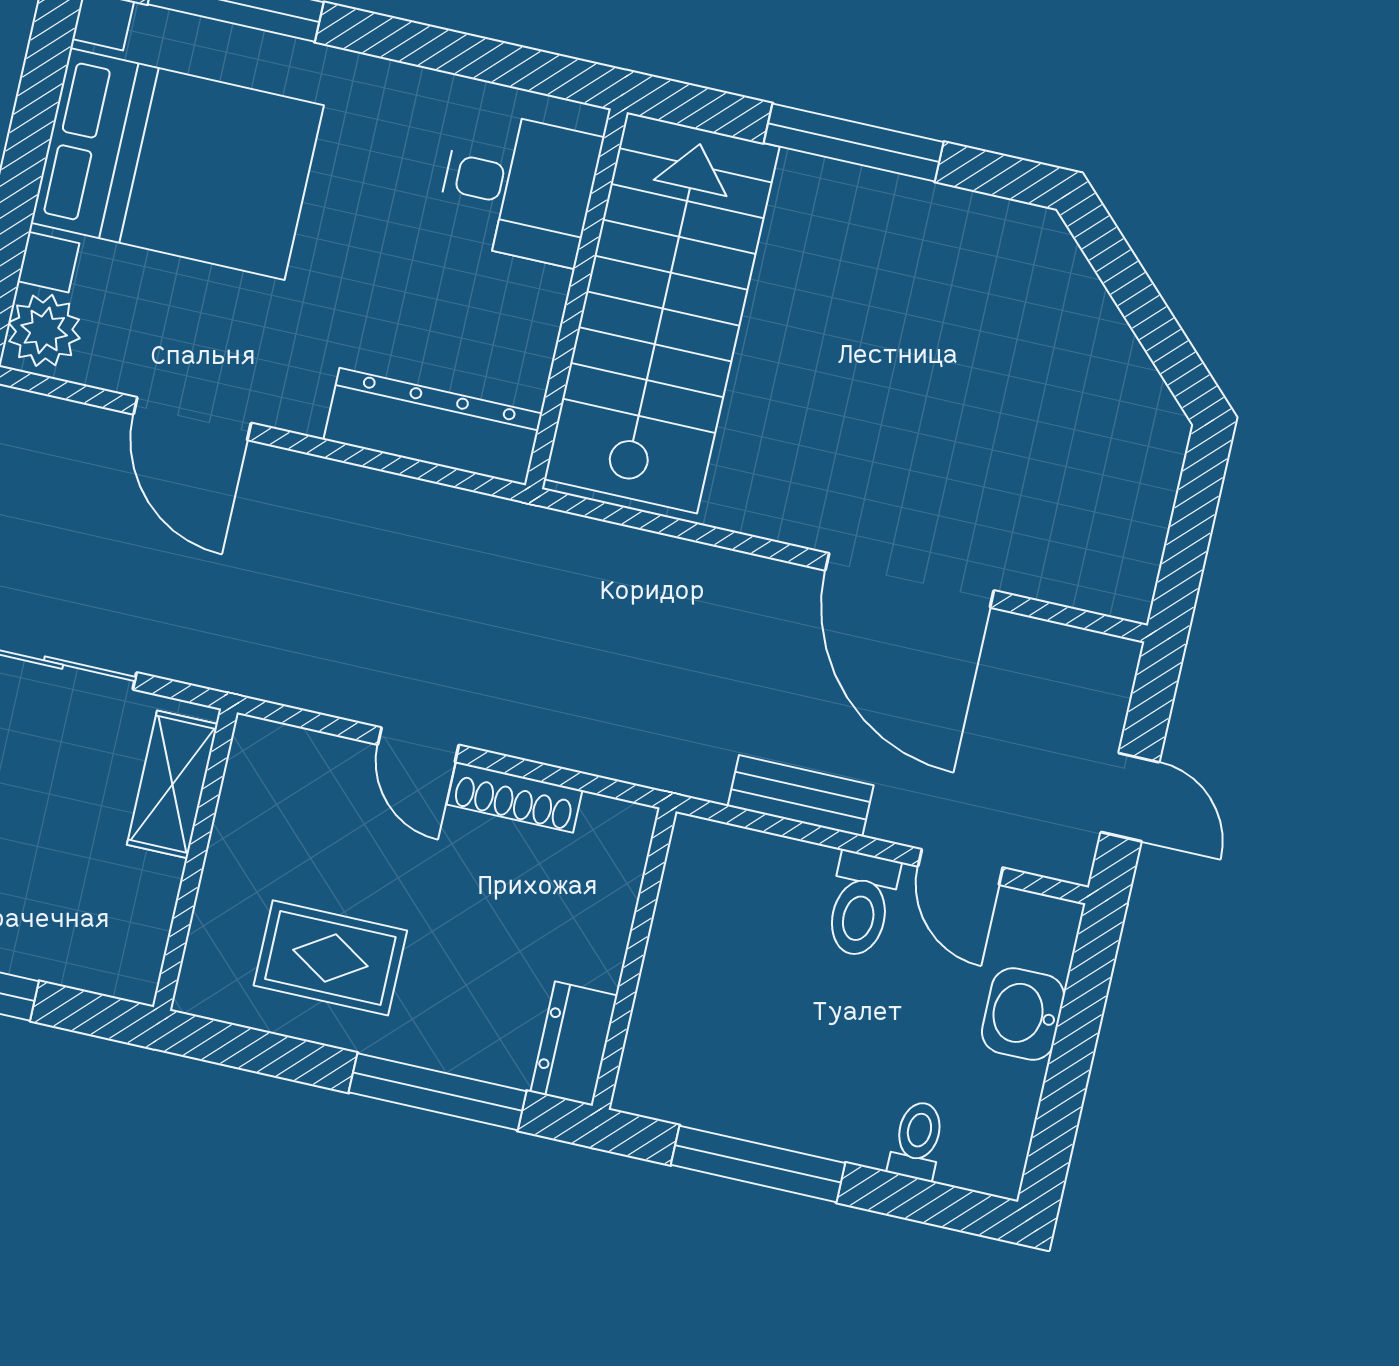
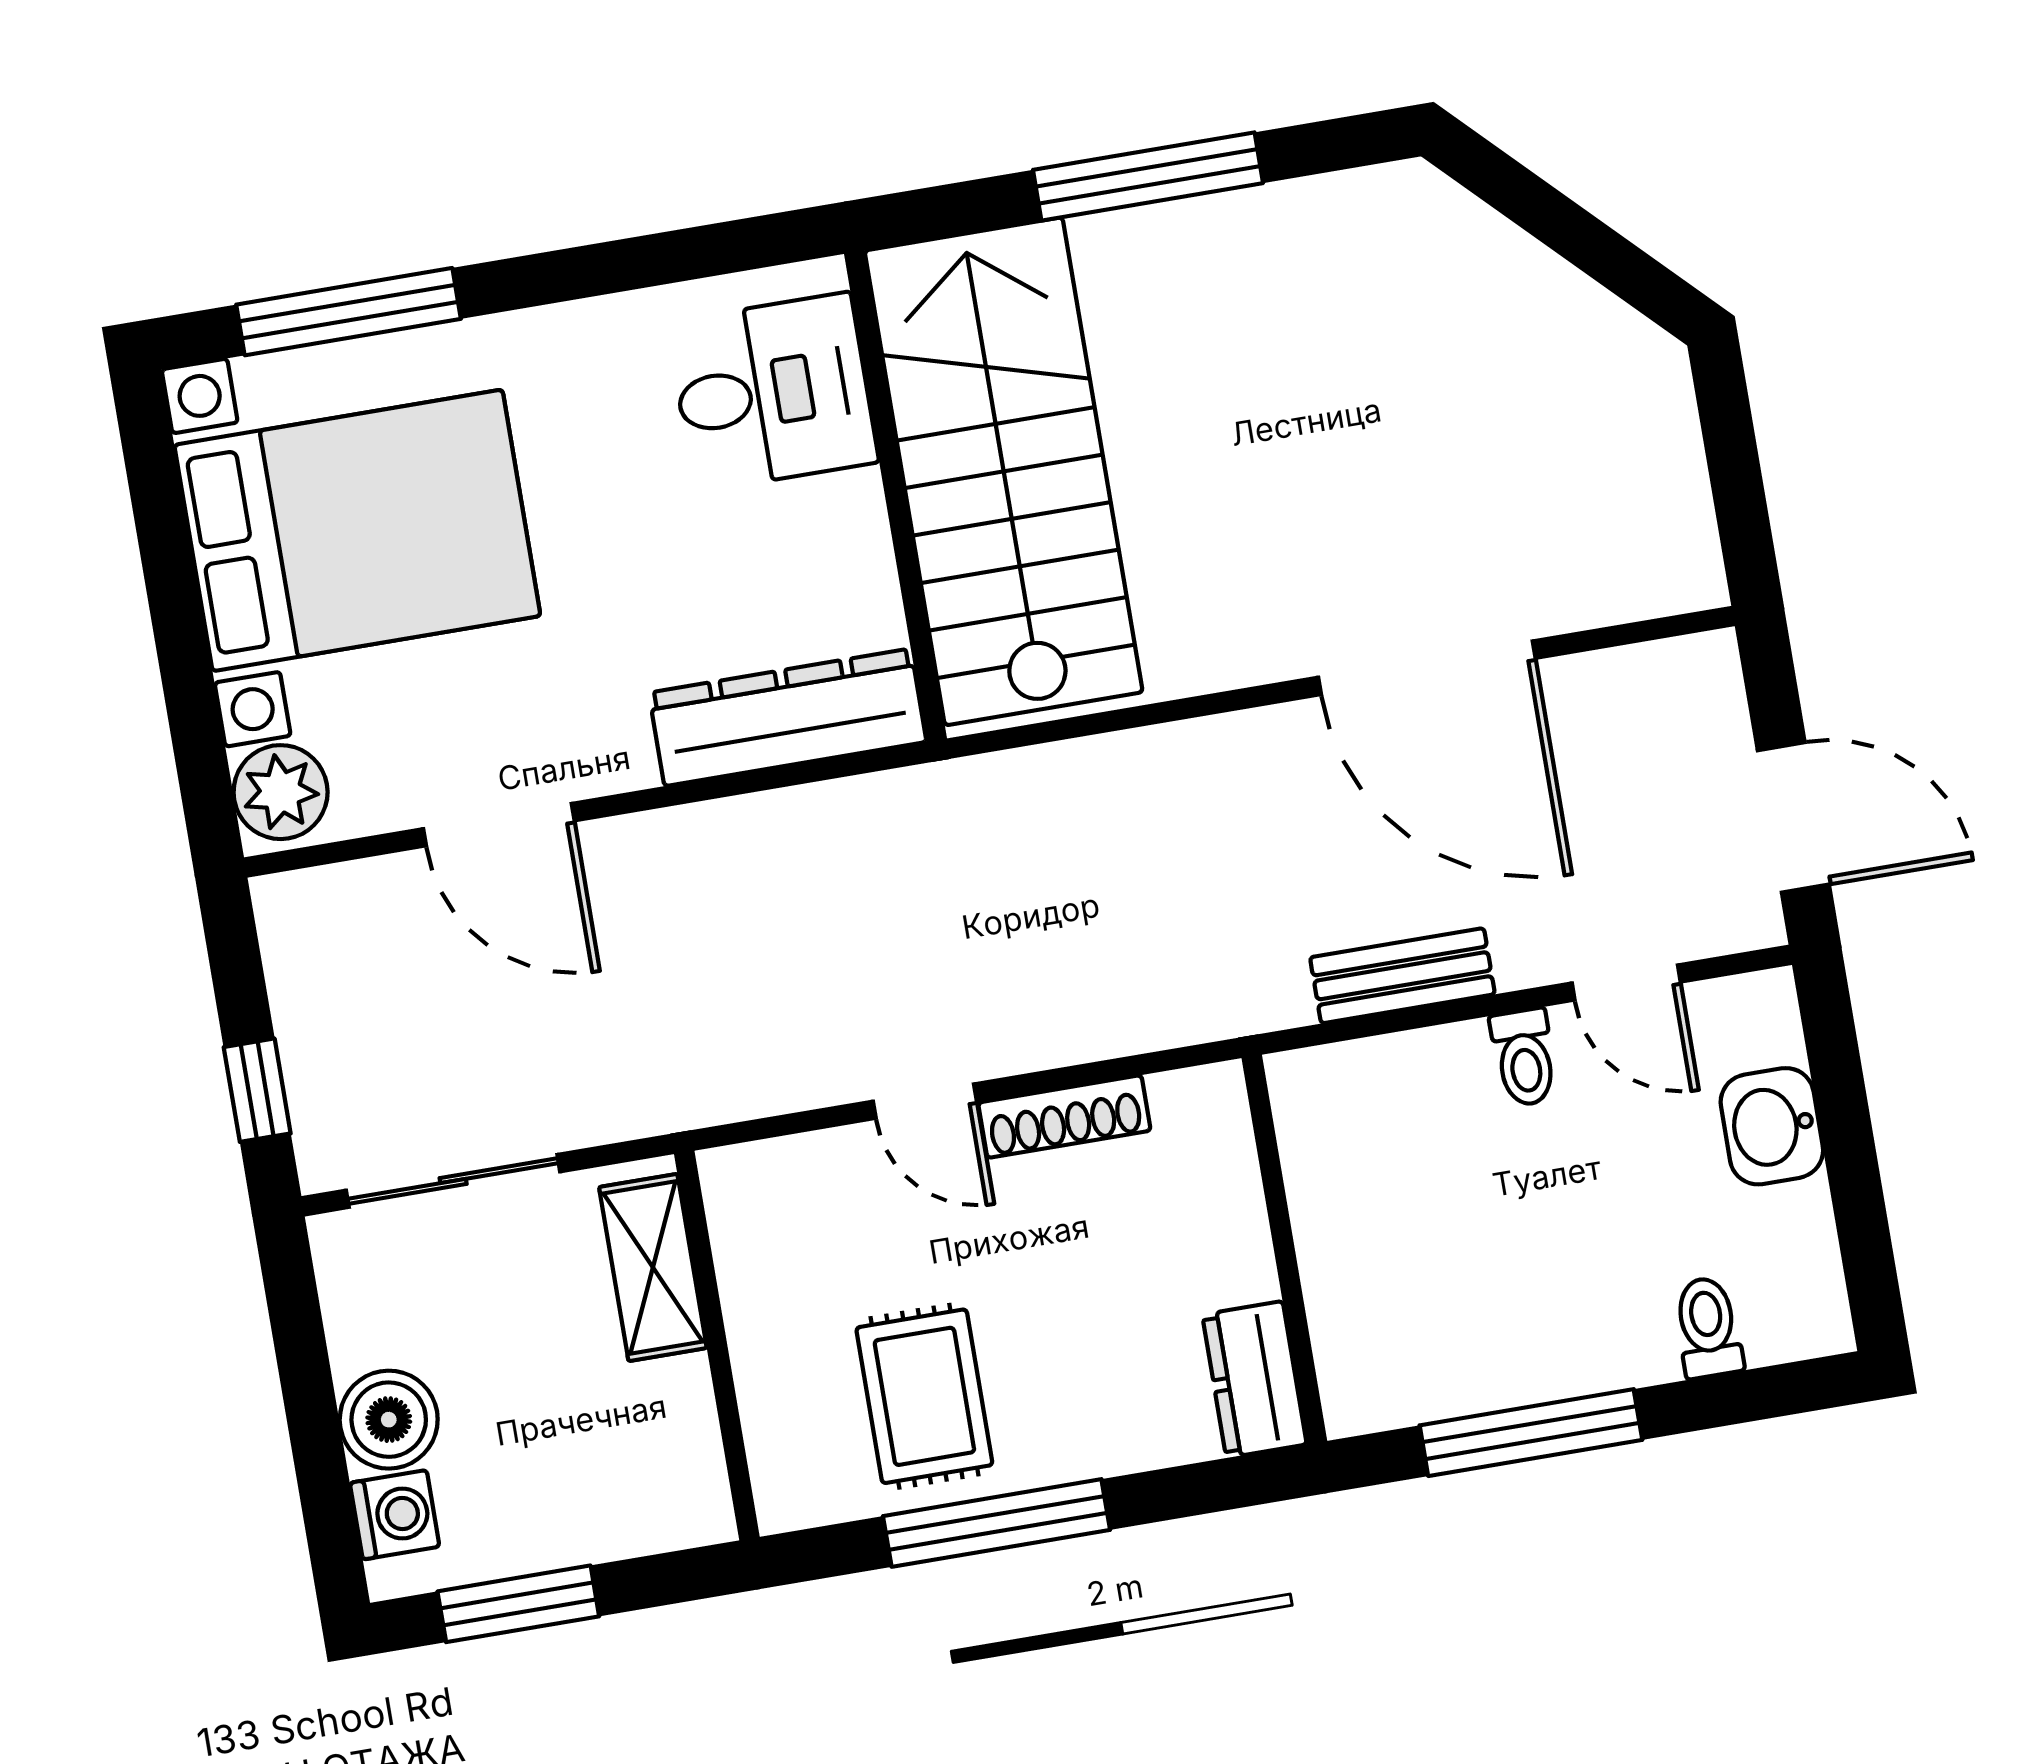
door: (1130, 797) -> (1793, 817), width x1.38
toilet: (861, 905) -> (1524, 1057), width x0.73, depth x0.72
rug: (330, 958) -> (924, 1396), turned 90
window: (438, 1092) -> (997, 1523), moved

